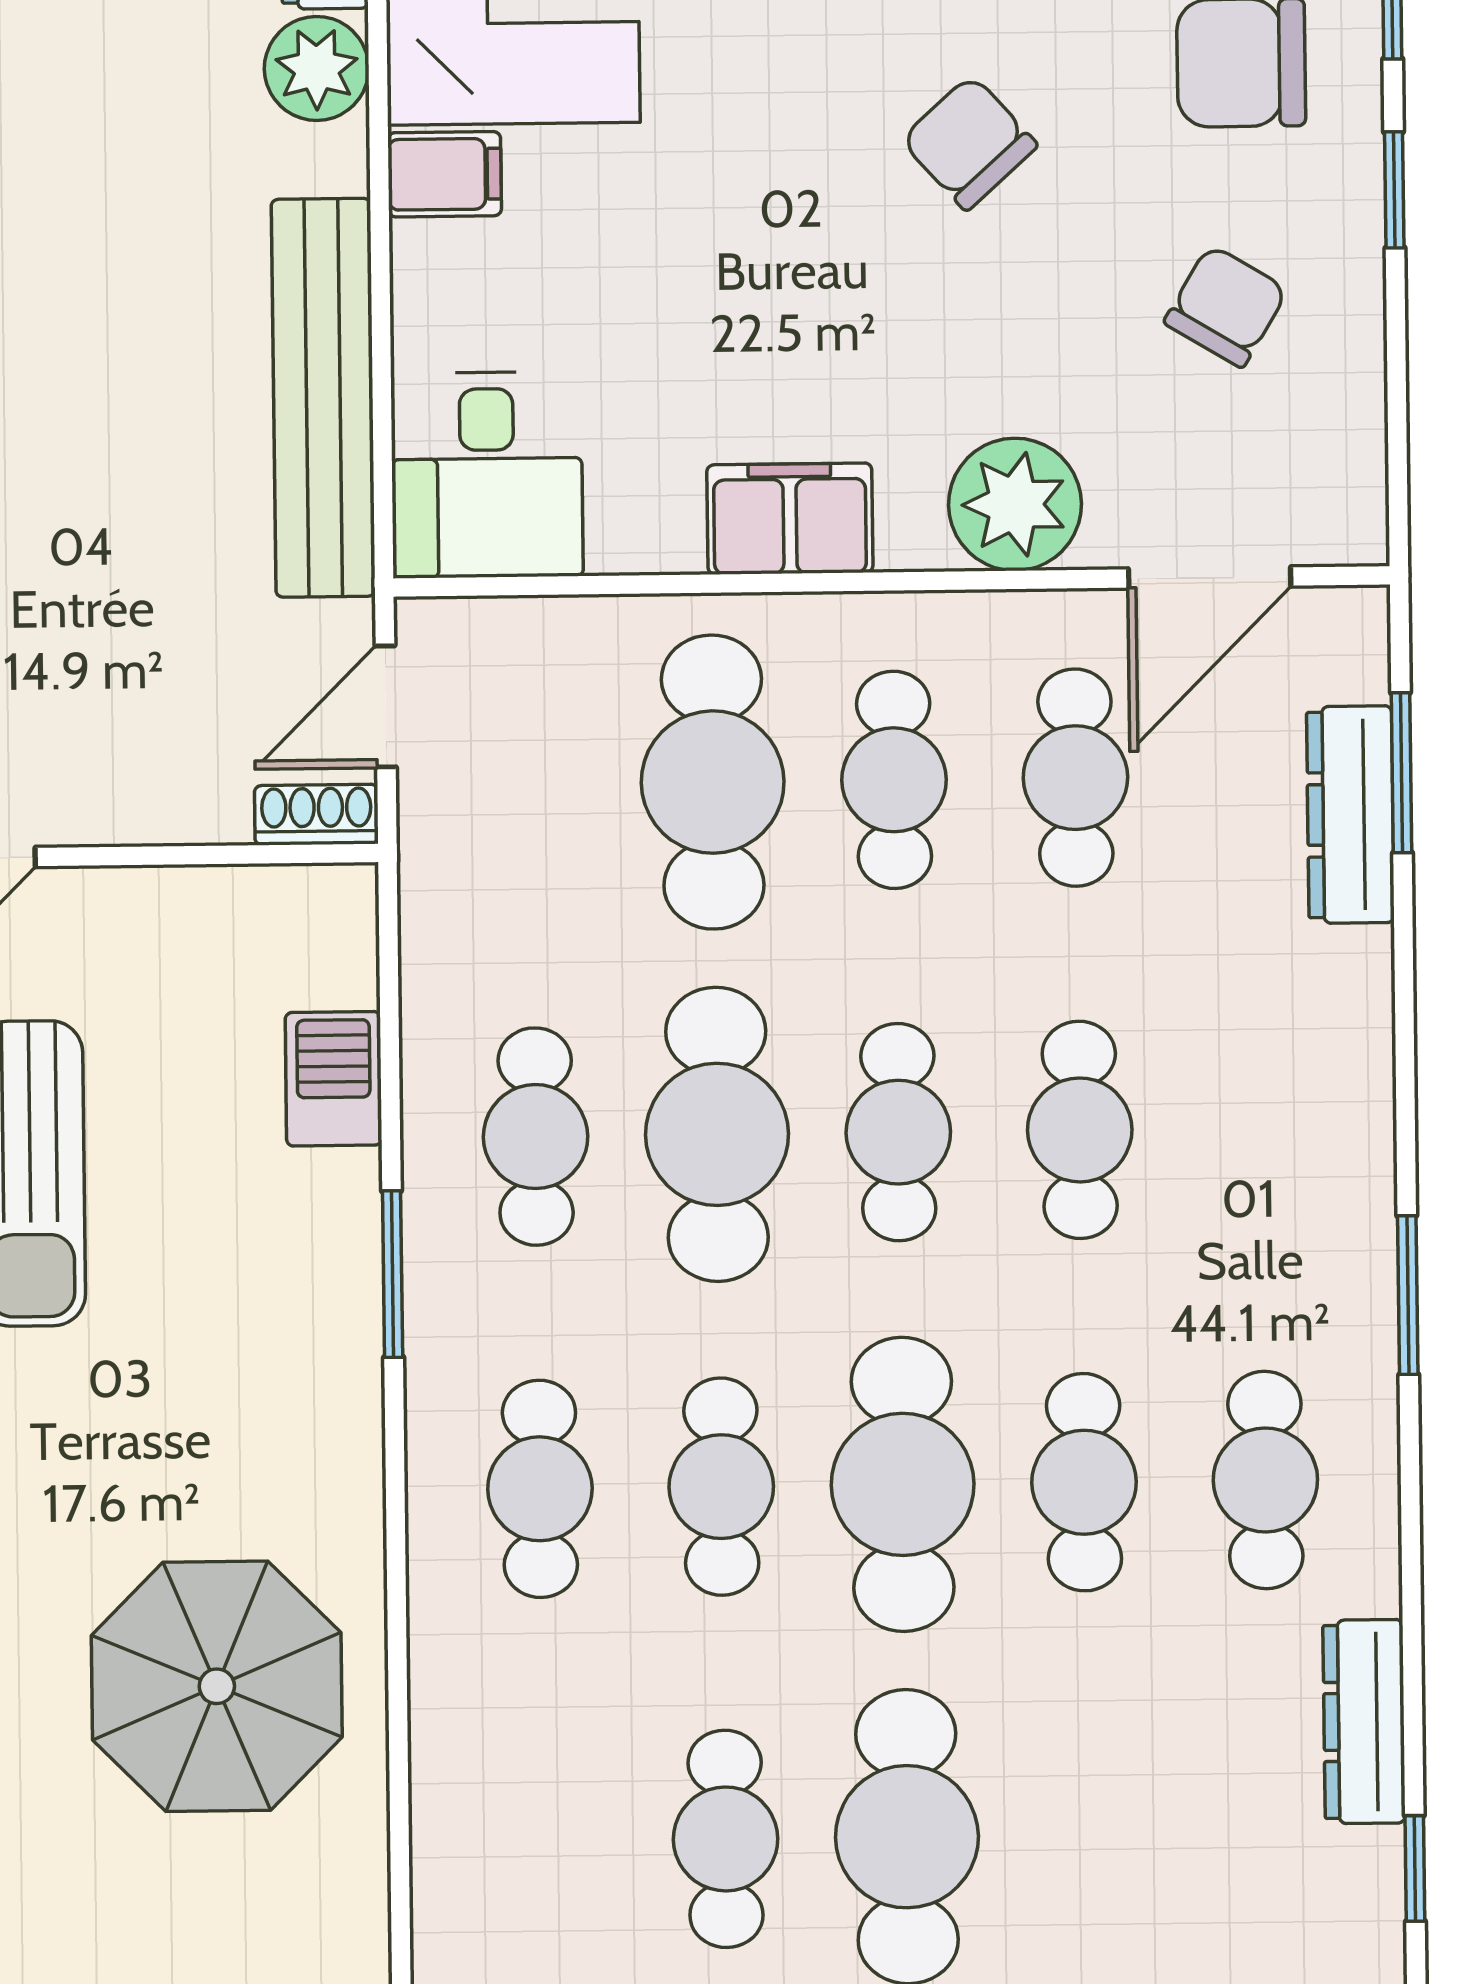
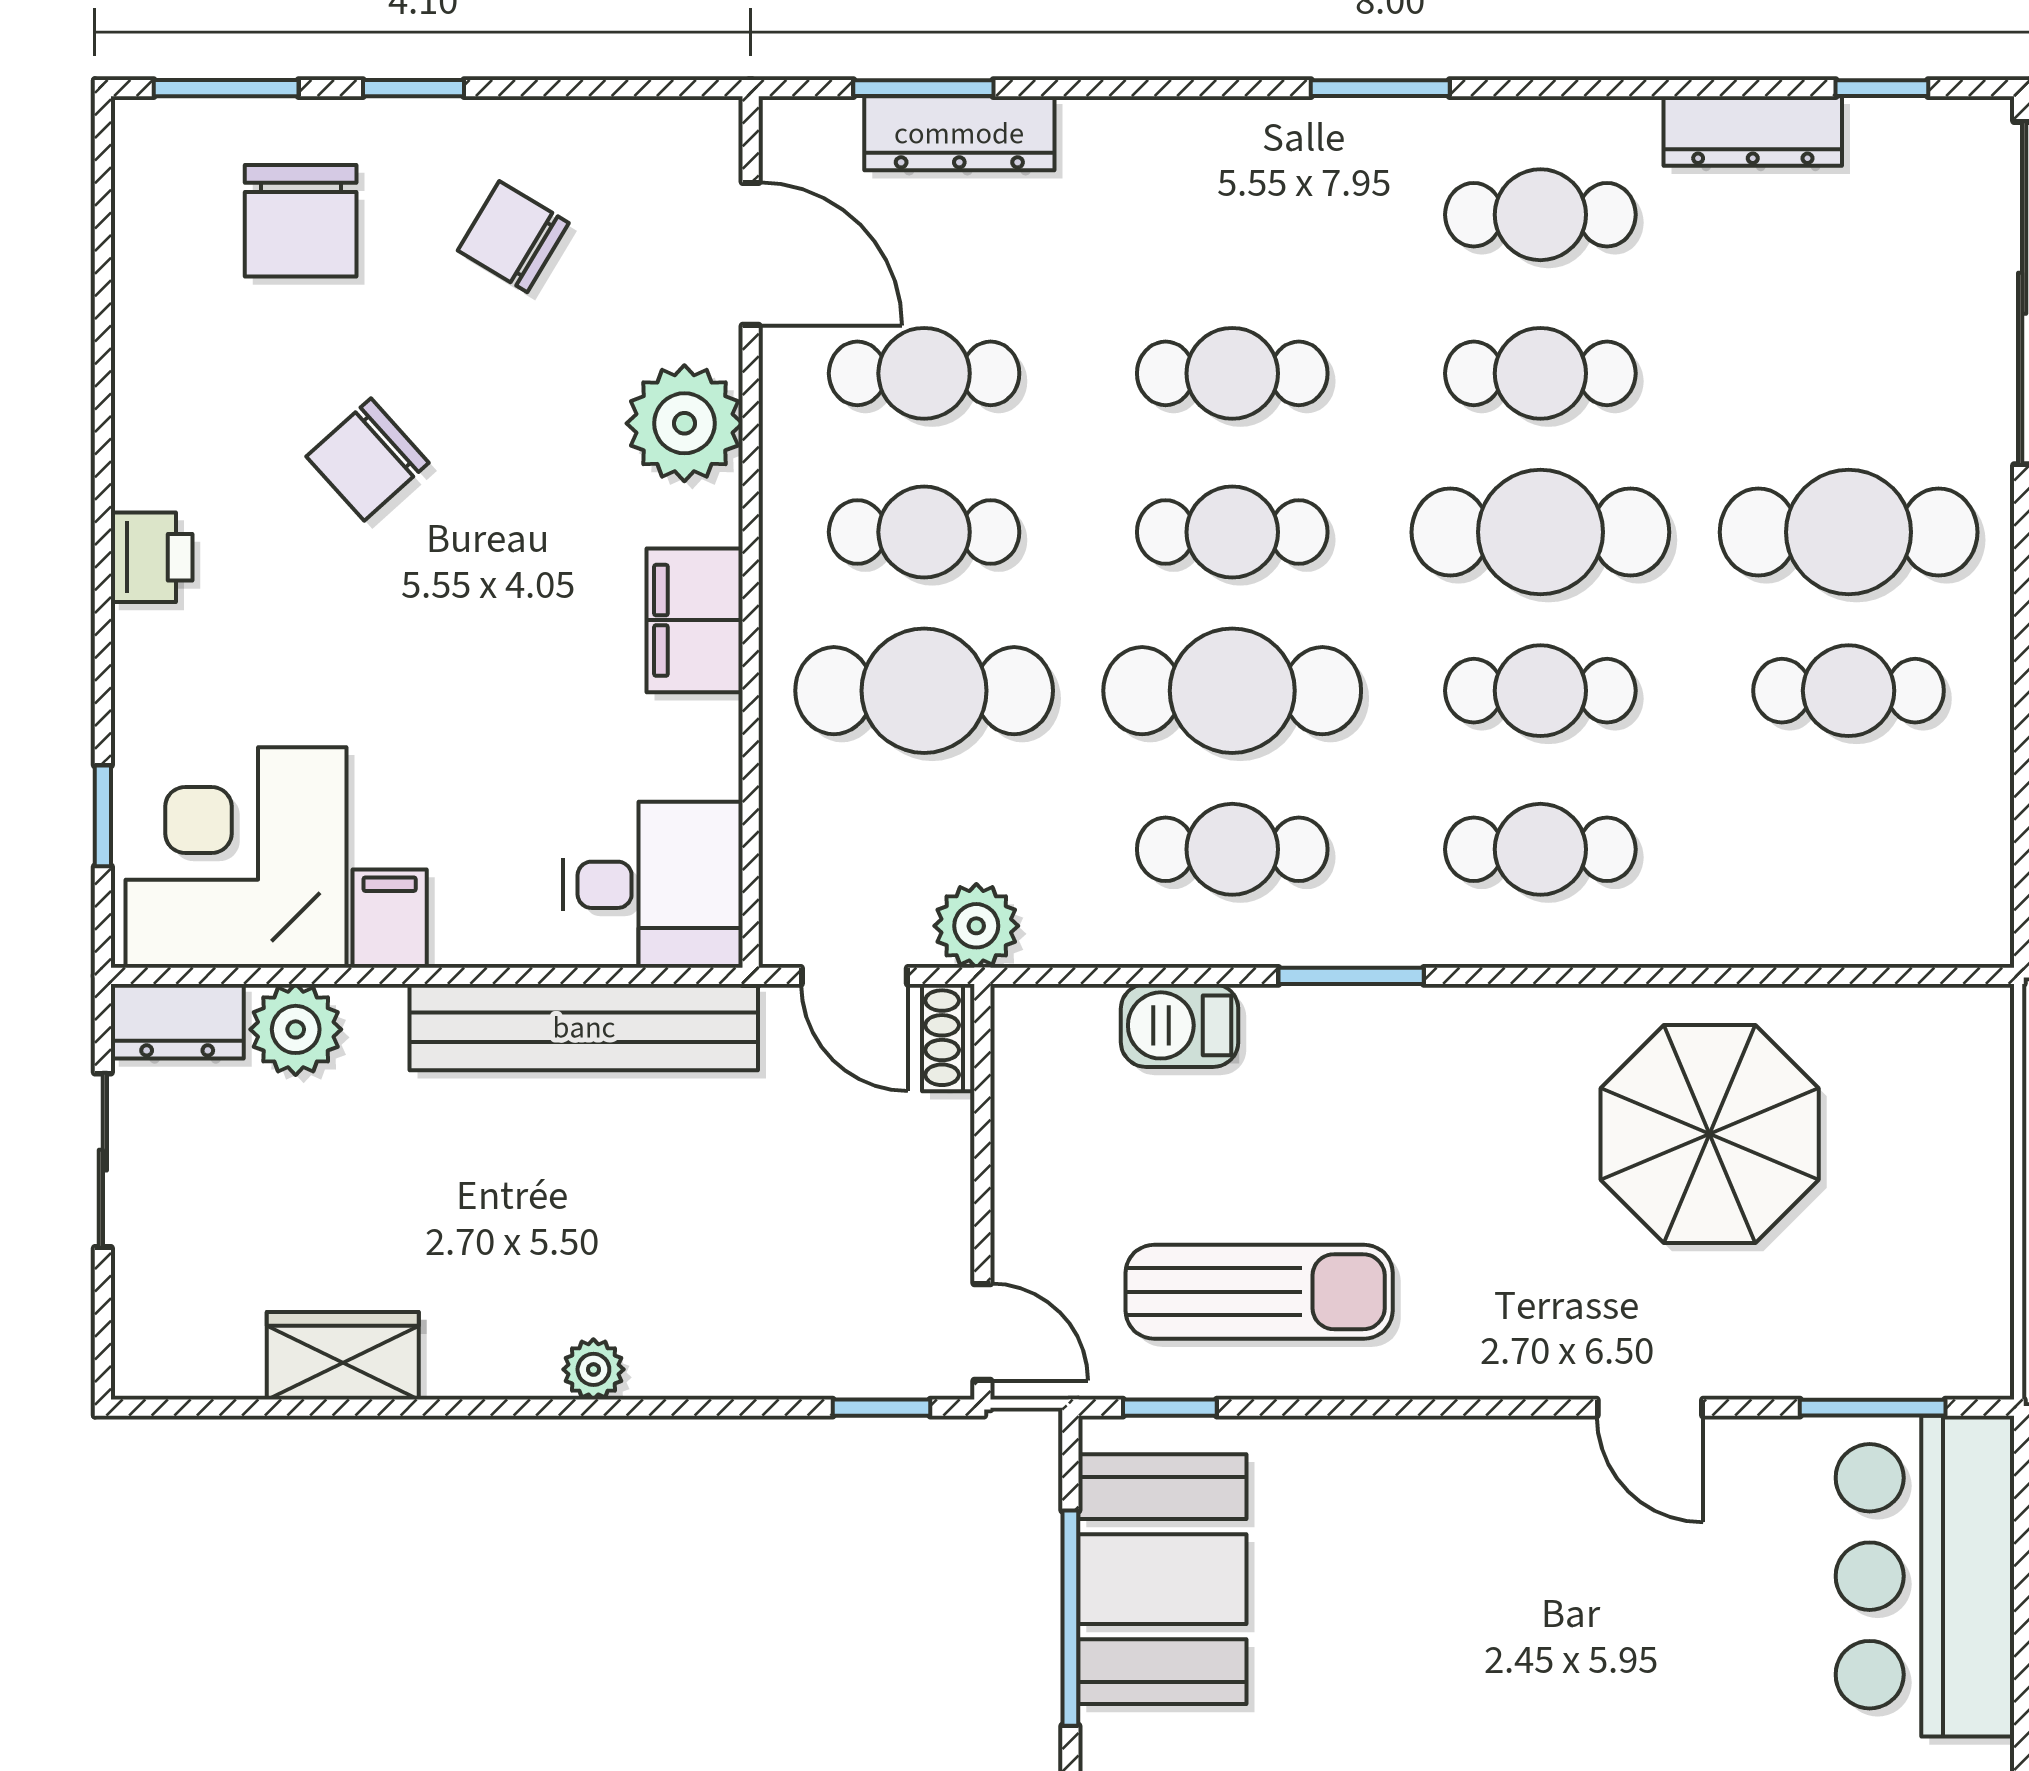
plant: (445, 845) -> (976, 926), added

